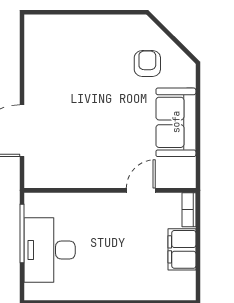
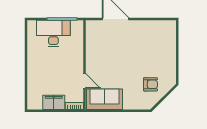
sofa: (176, 122) -> (105, 99), moved

